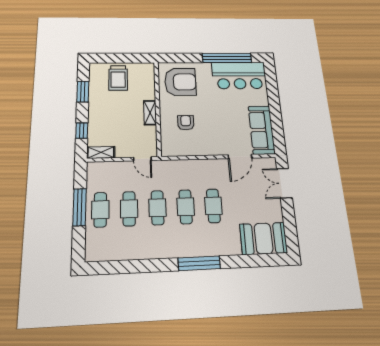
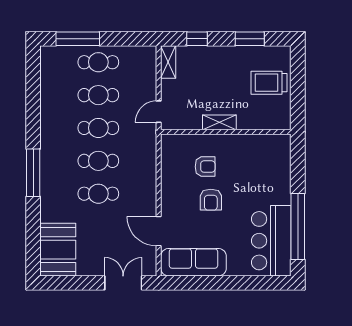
armchair: (180, 82) -> (211, 200), moved, width x0.53, depth x0.53
window: (80, 207) -> (78, 39), moved

